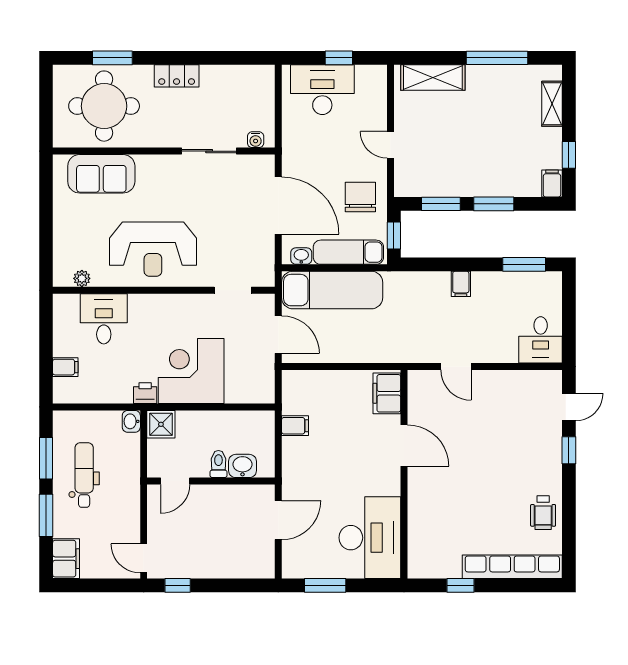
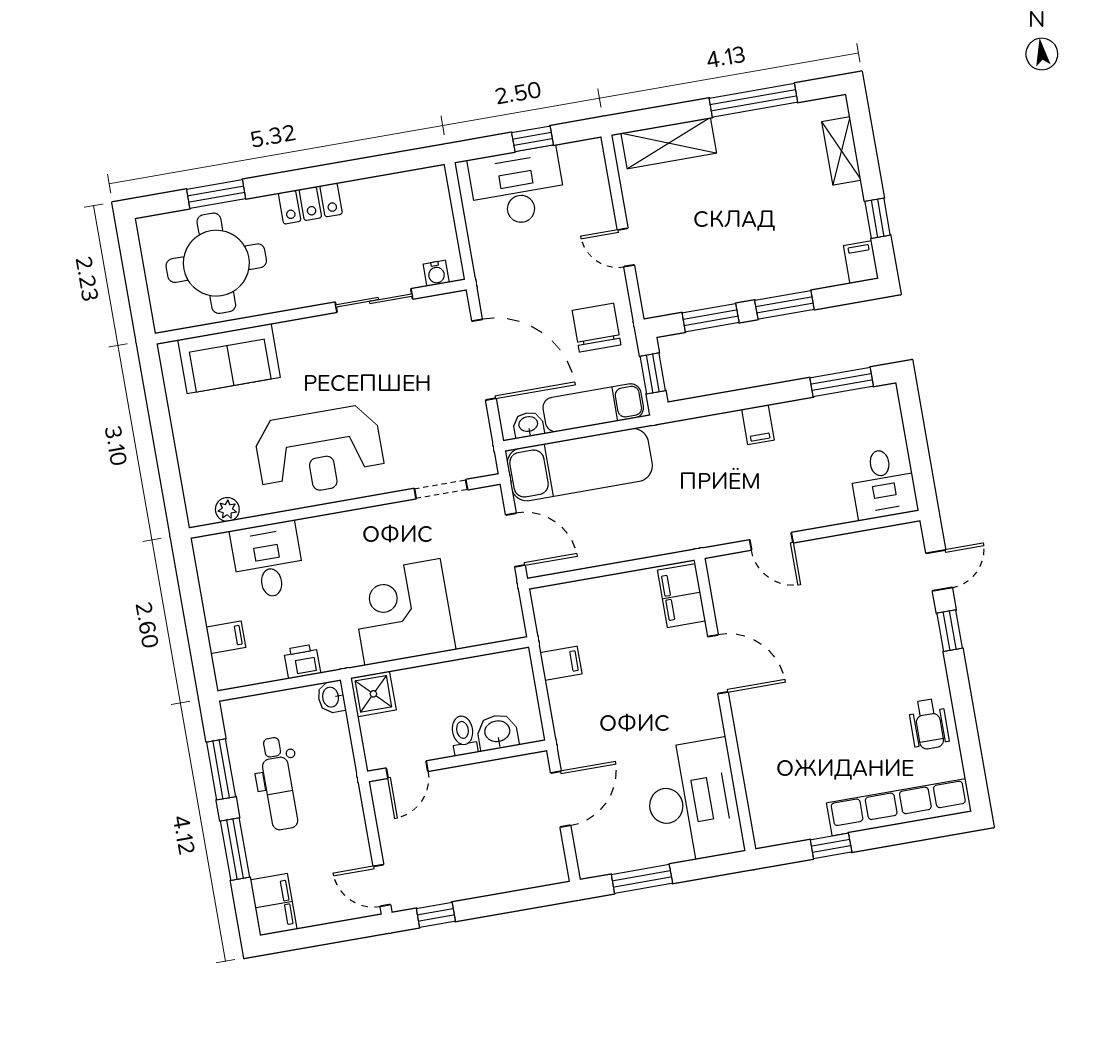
printer: (145, 393) -> (302, 661), moved
dental chair: (84, 475) -> (278, 784), turned 180

